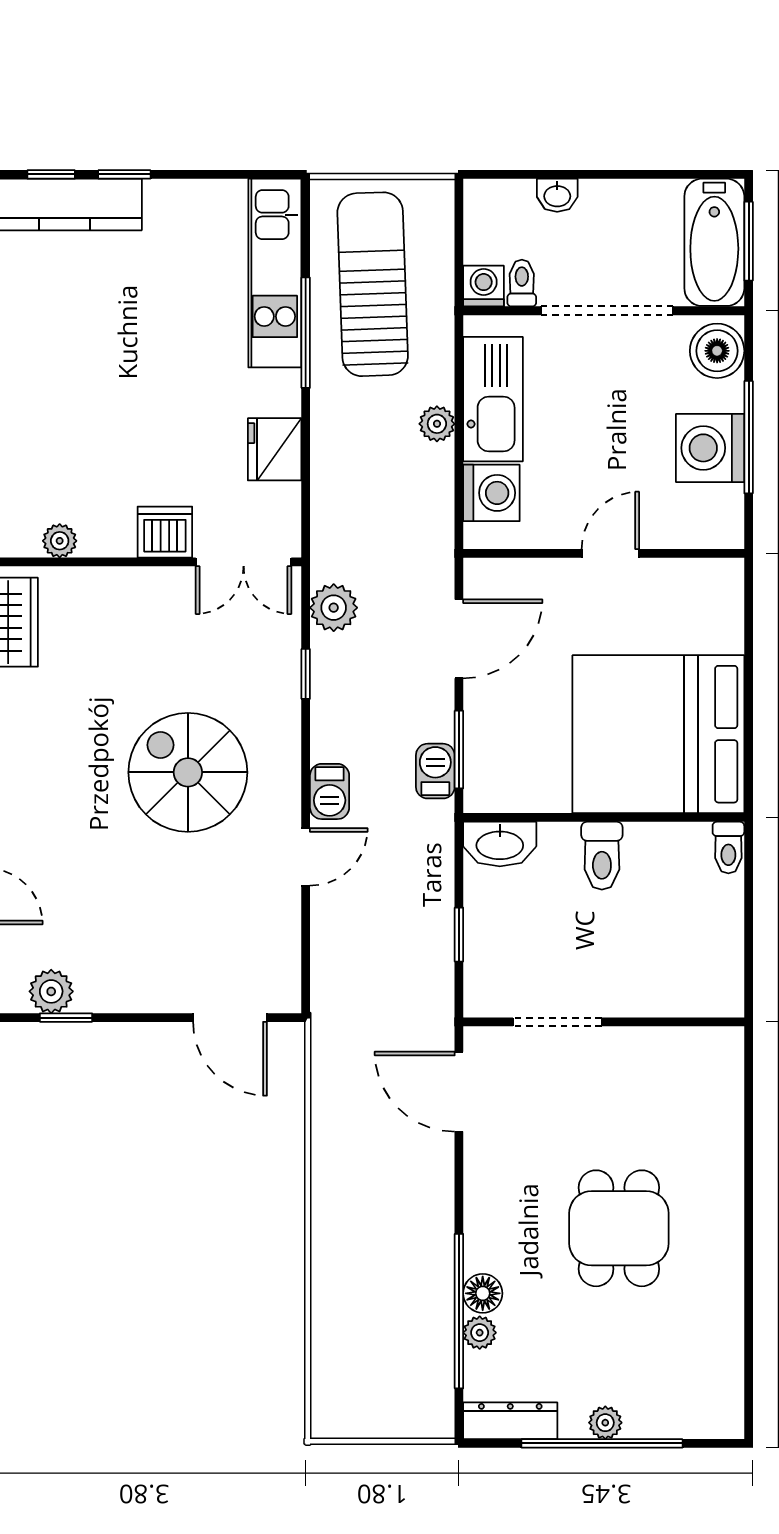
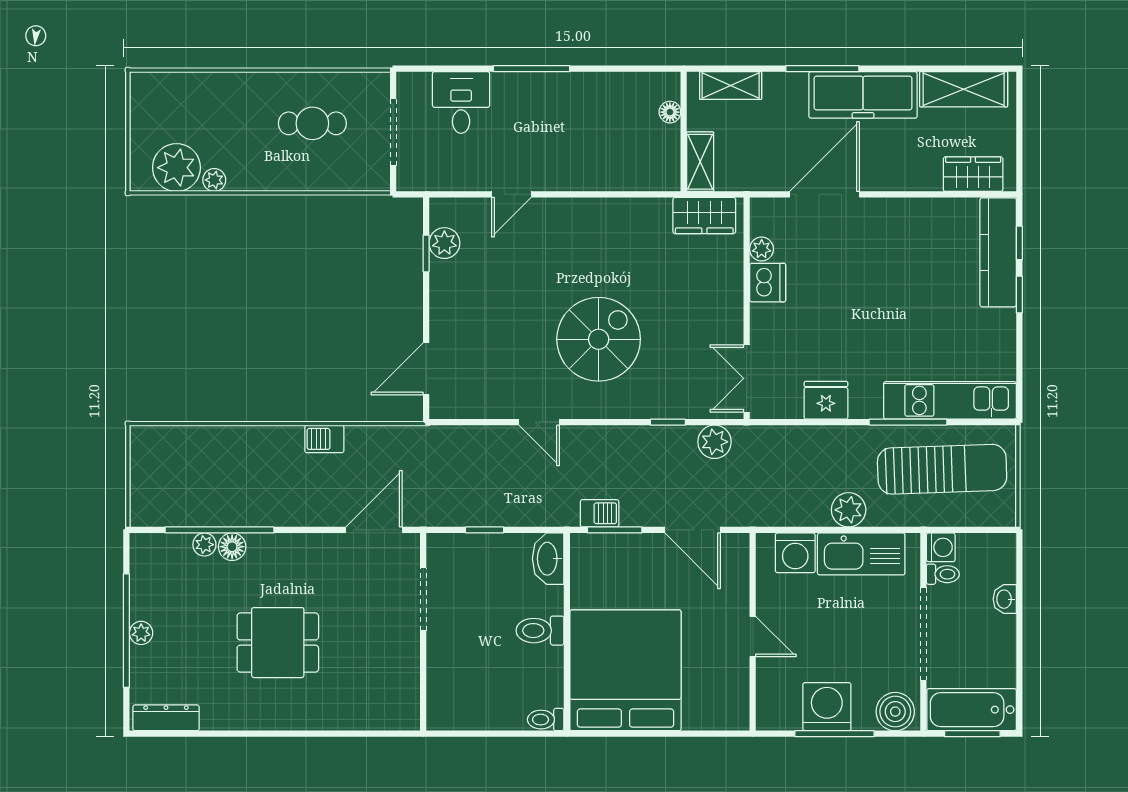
plant: (437, 424) -> (849, 510), width x1.38, depth x1.38
dishwasher: (165, 532) -> (768, 283), moved
barbecue: (330, 791) -> (324, 439), moved
dresser: (510, 1421) -> (166, 718), moved, turned -90

